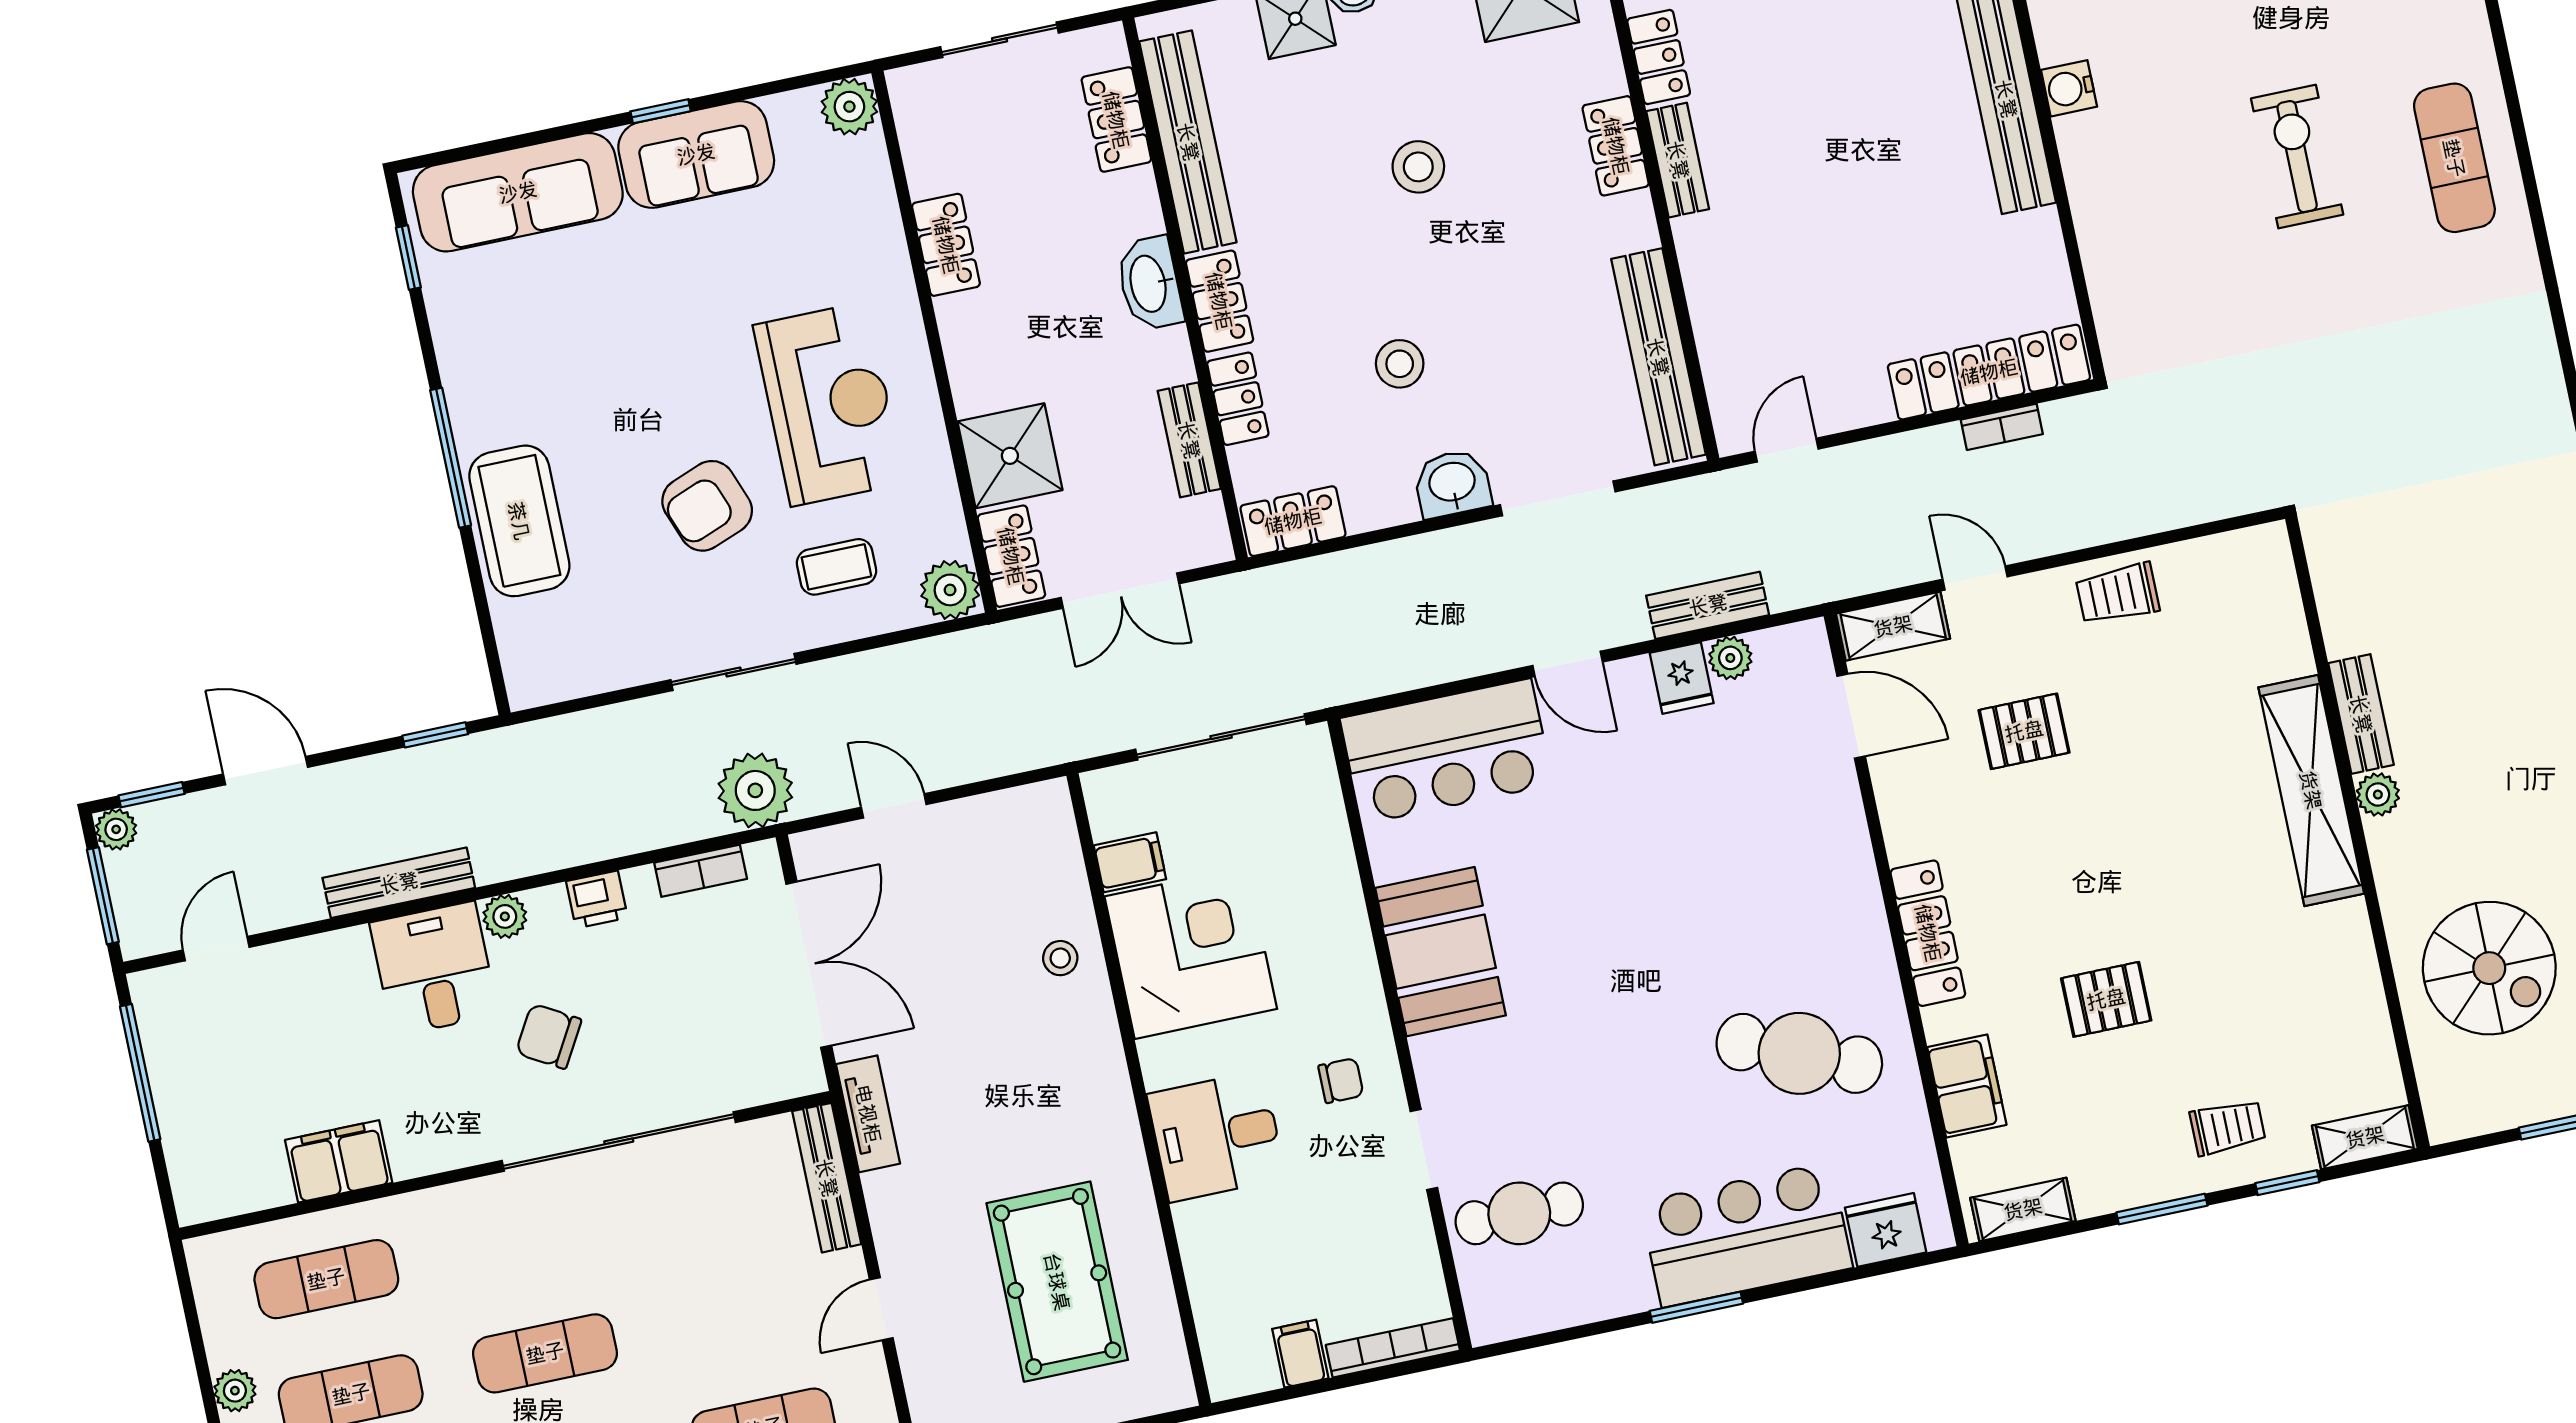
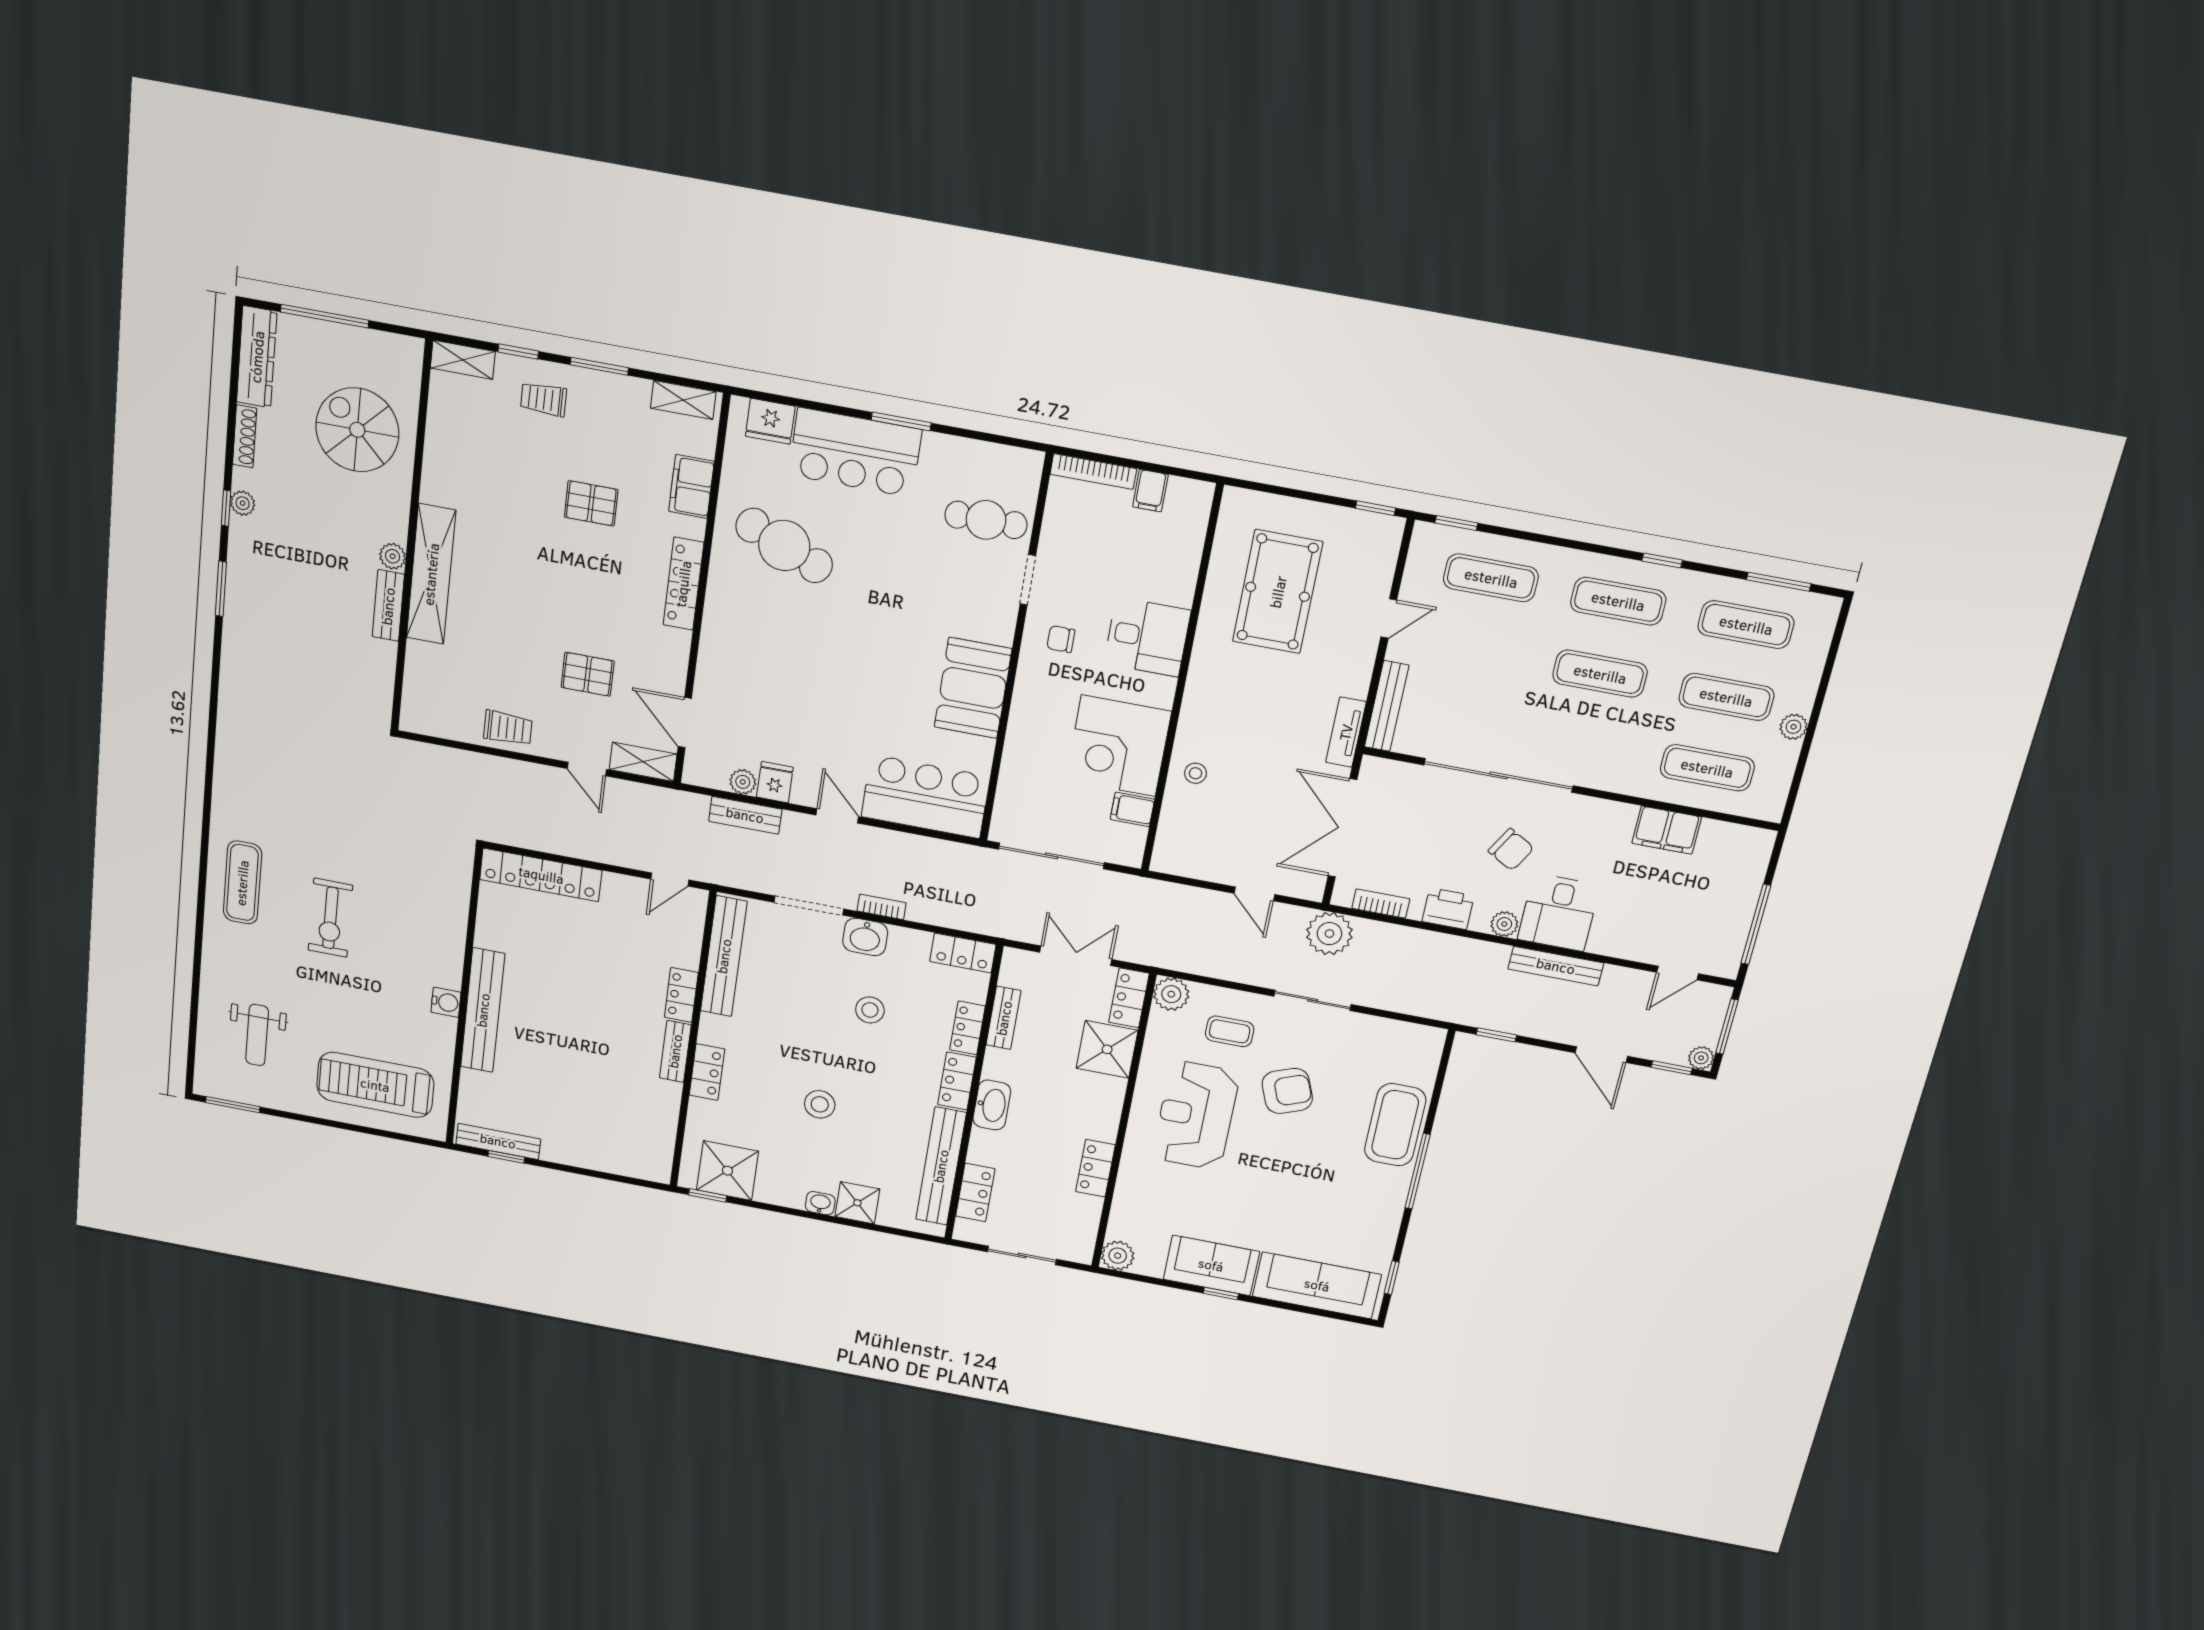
locker: (1659, 57) -> (681, 995), moved
bookcase: (2002, 427) -> (882, 907), moved
printer: (597, 899) -> (1448, 909), width x1.36, depth x1.24

